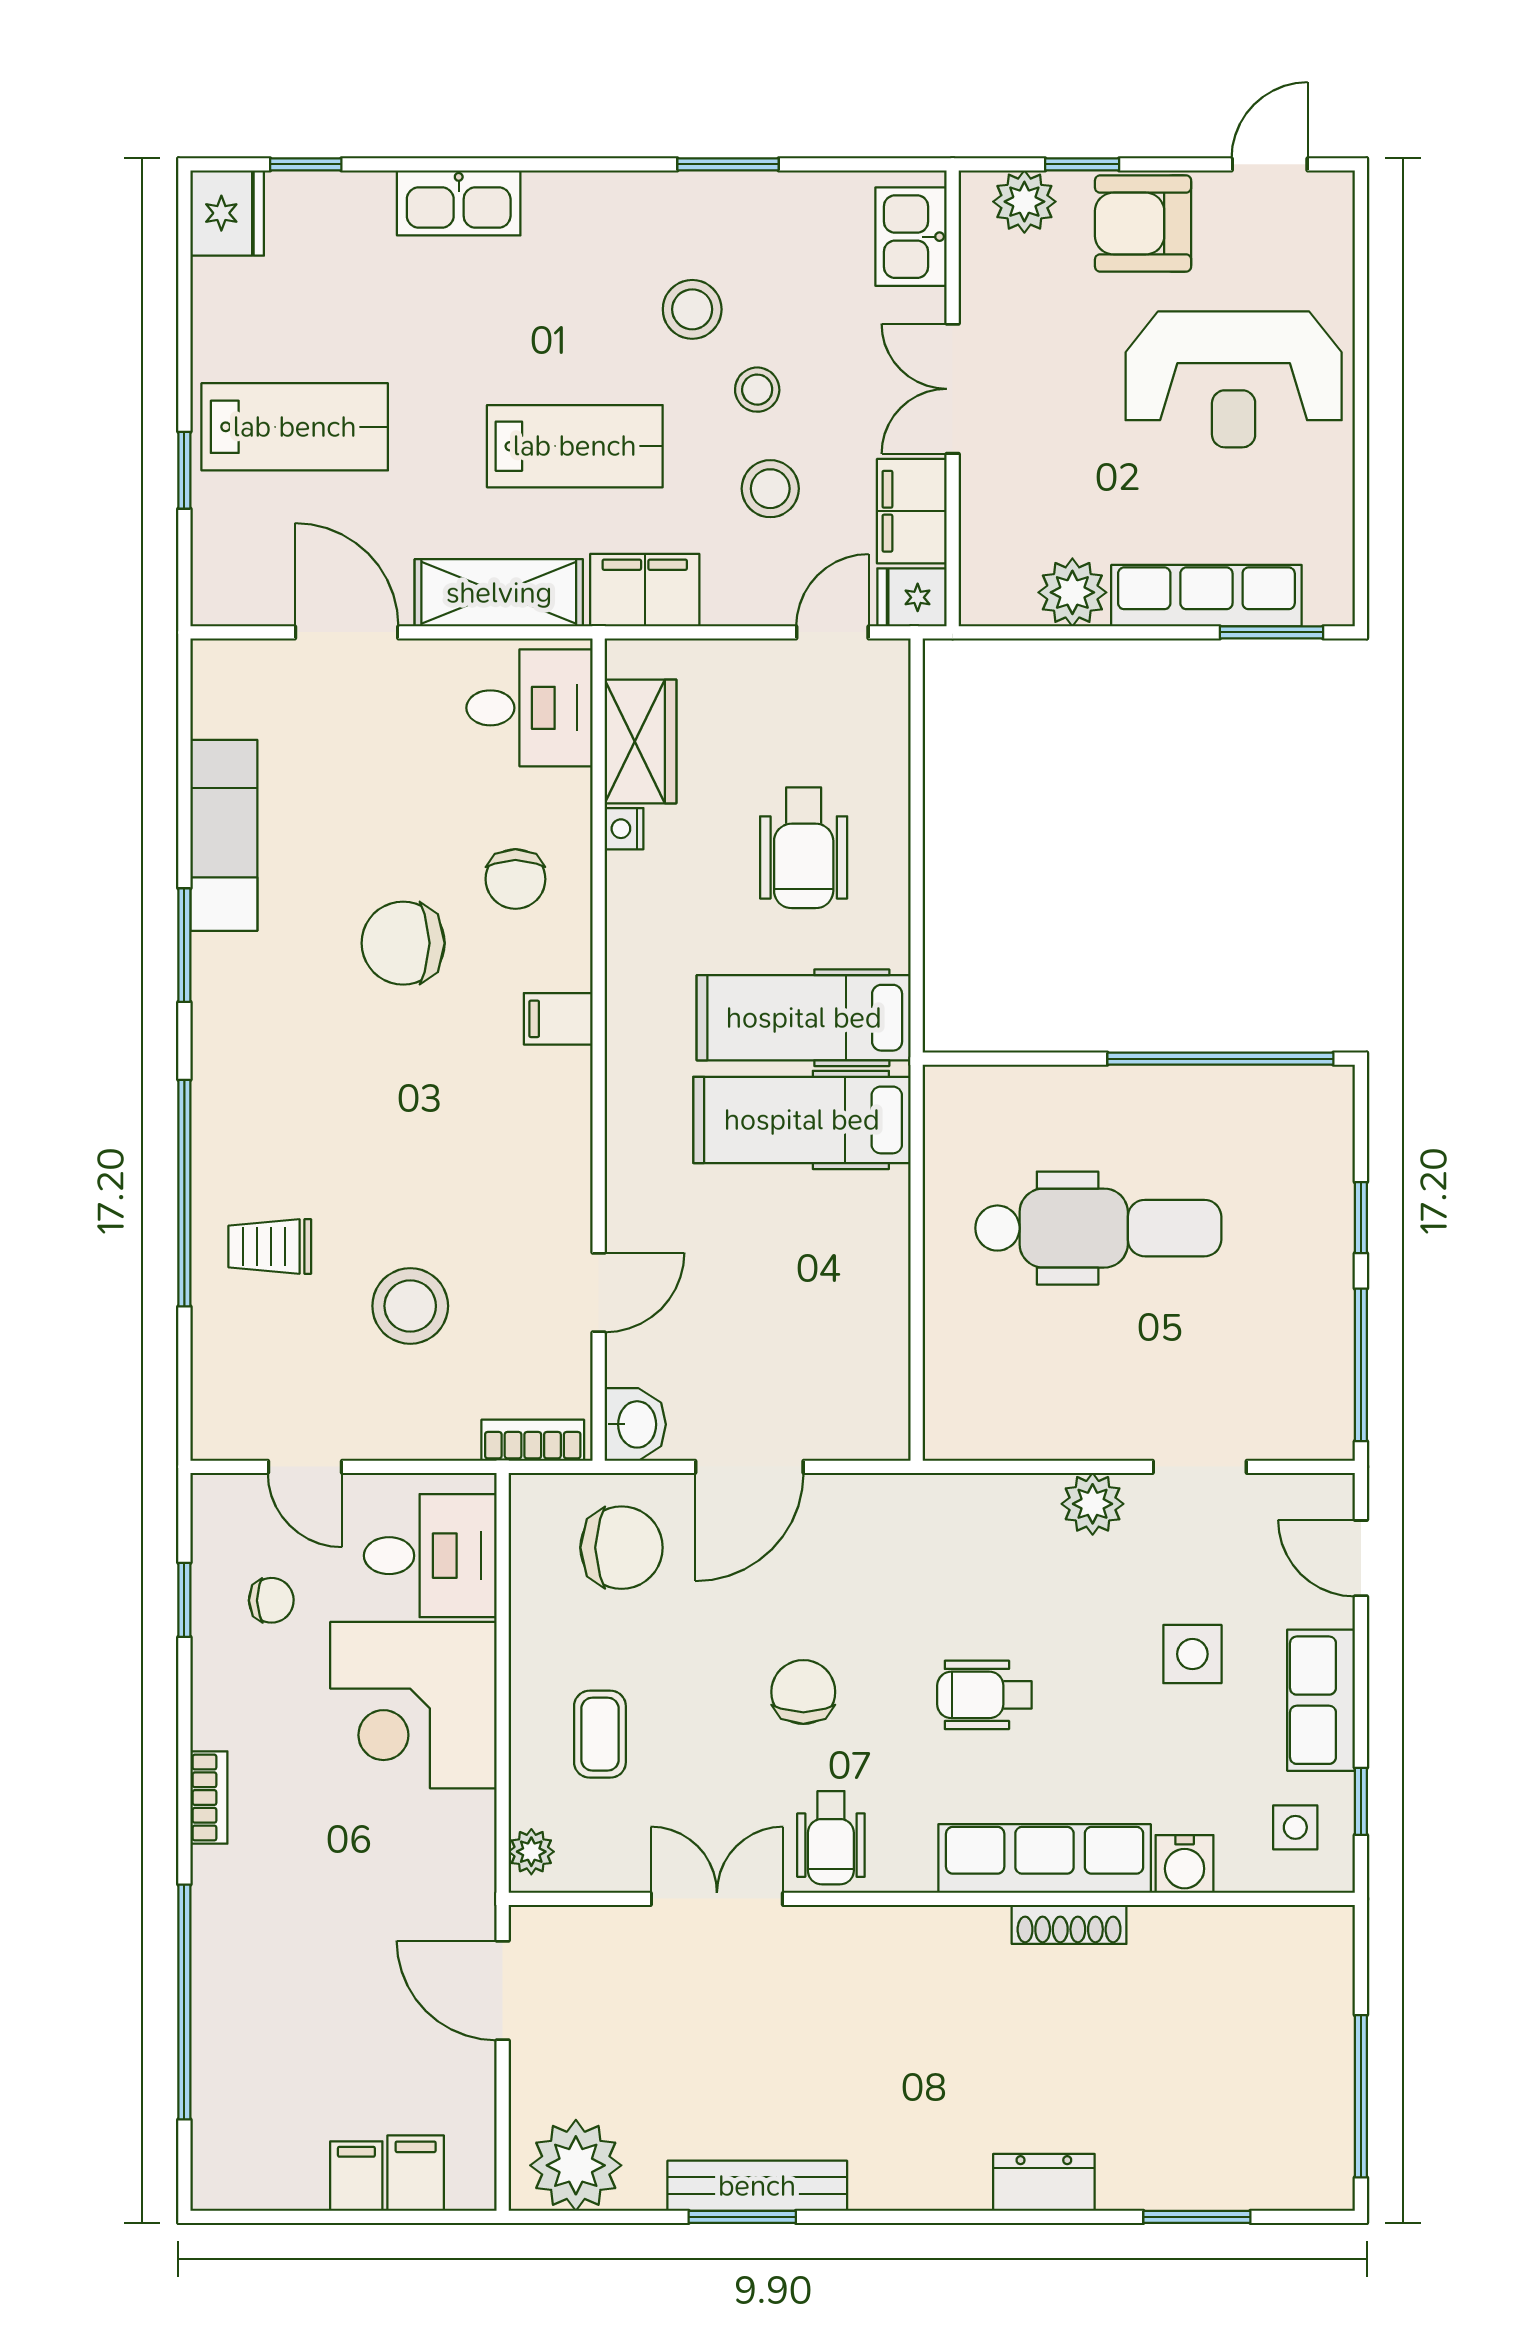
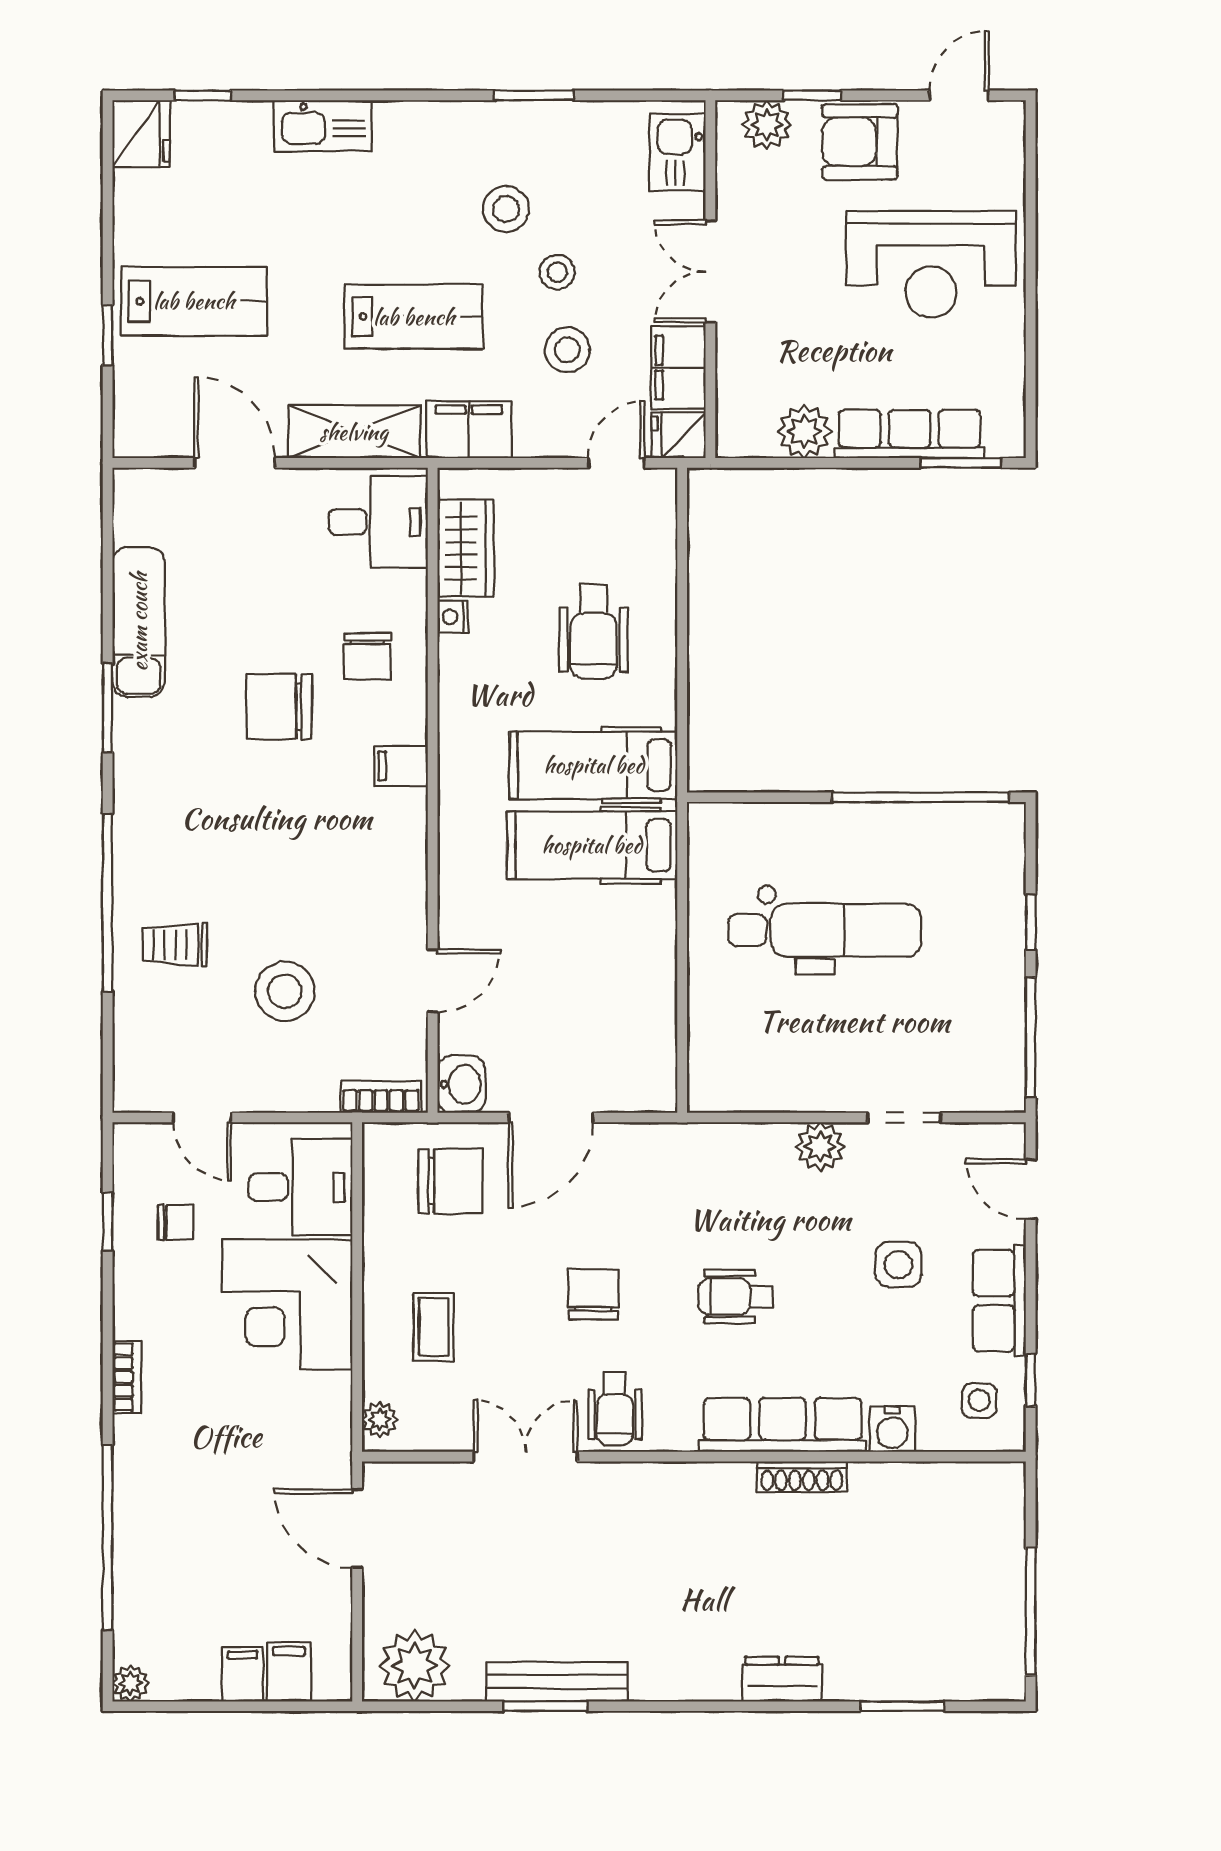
plant: (214, 2188) -> (131, 1683), added

